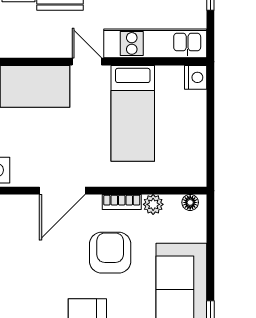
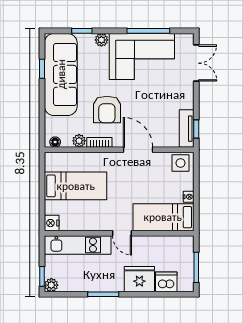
bed: (133, 113) -> (76, 186), moved, turned 90
door: (62, 191) -> (138, 150), hinge flipped

